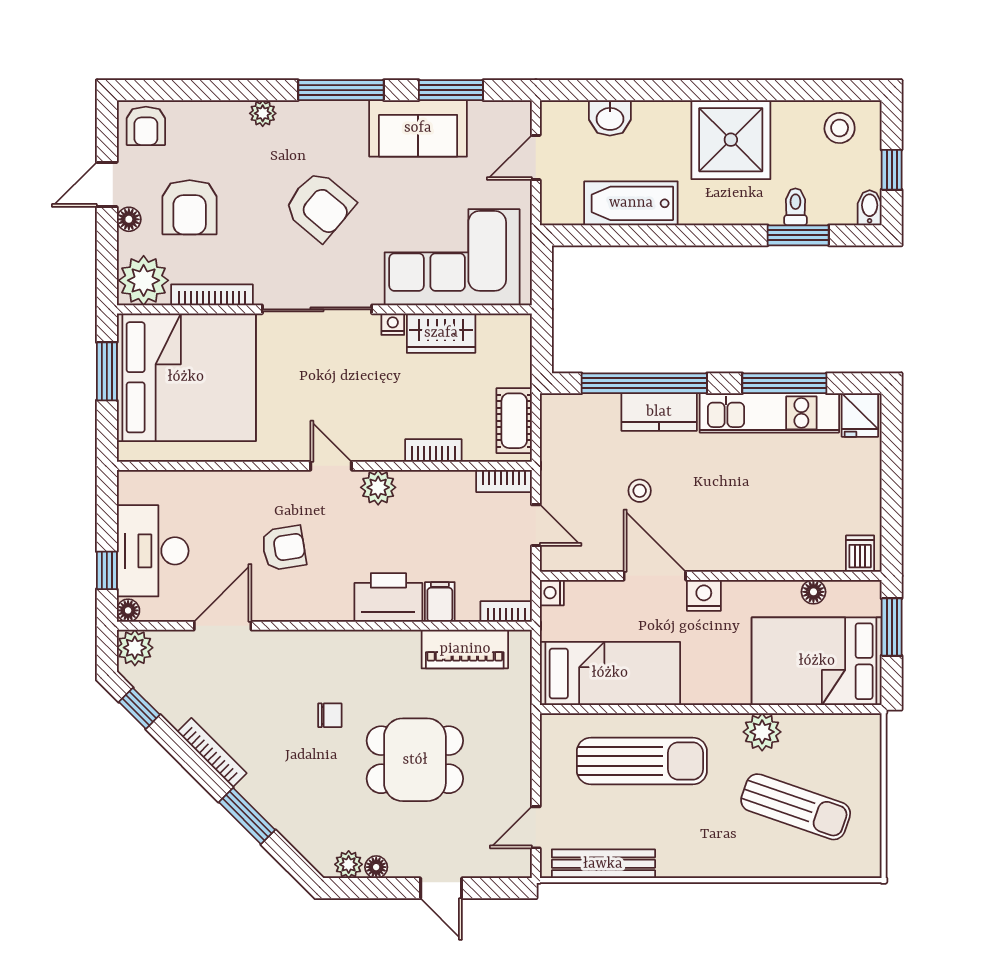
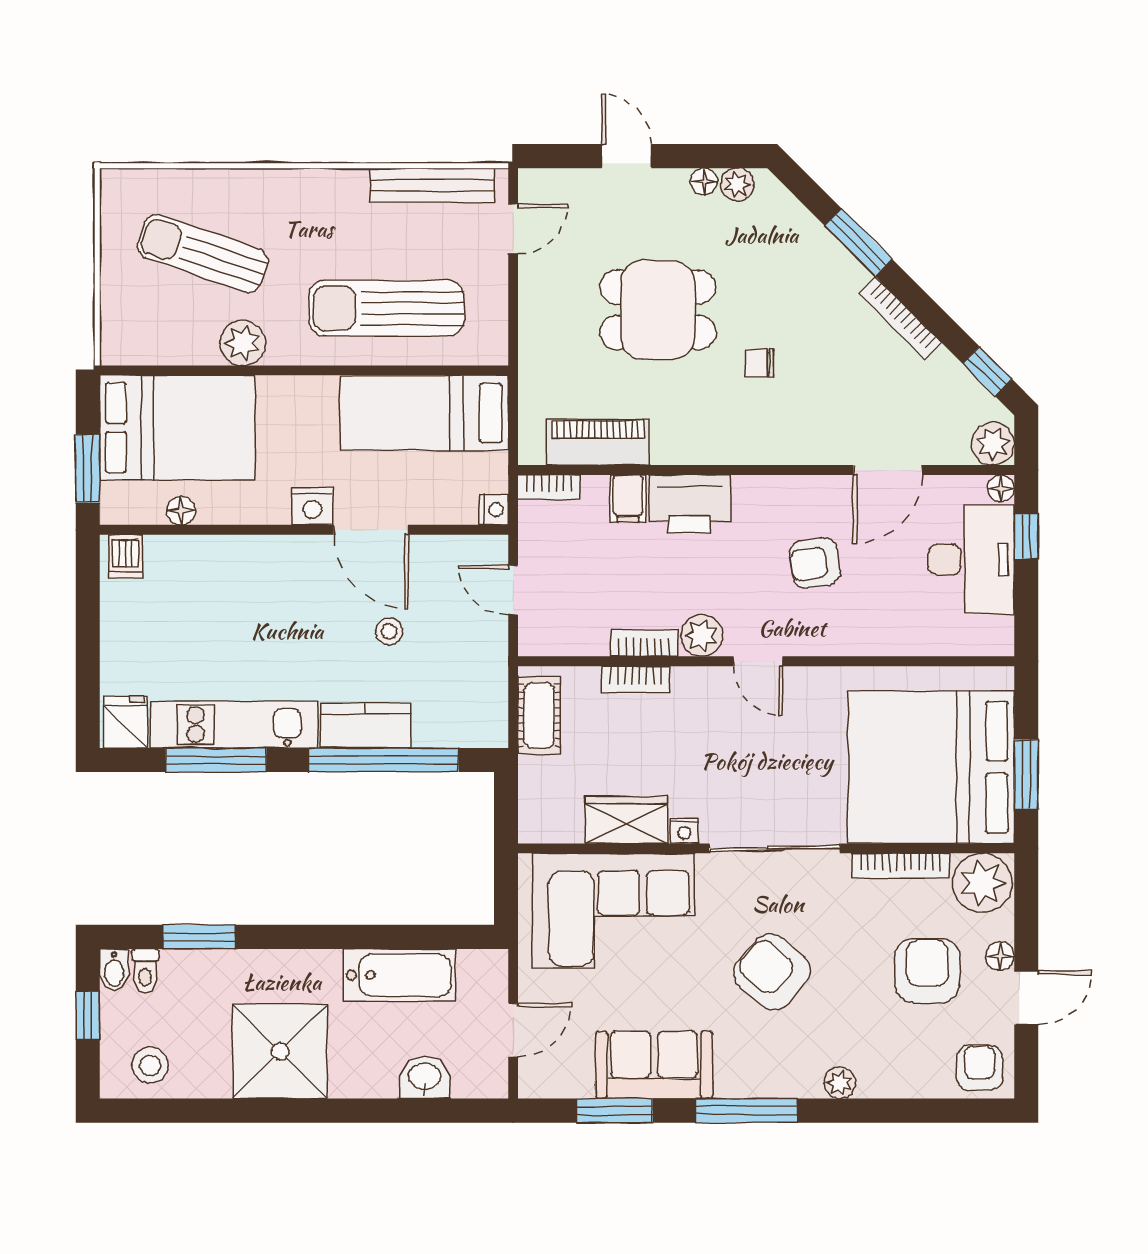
toilet: (795, 207) -> (145, 971), moved
bookcase: (504, 481) -> (644, 643), moved

